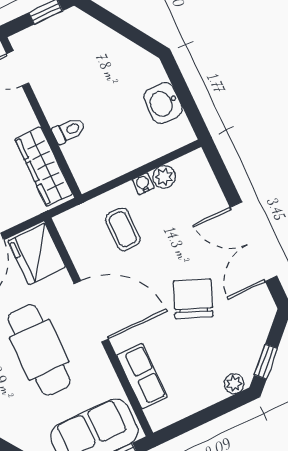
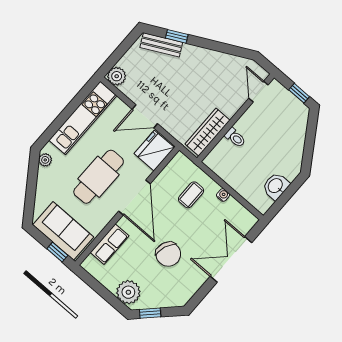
plant: (164, 177) -> (233, 206), removed
double door: (254, 242) -> (231, 259), moved
chair: (193, 299) -> (168, 254), turned 89
plant: (234, 384) -> (128, 292), width x1.88, depth x1.88

